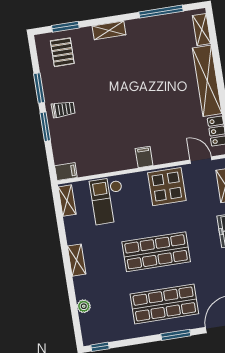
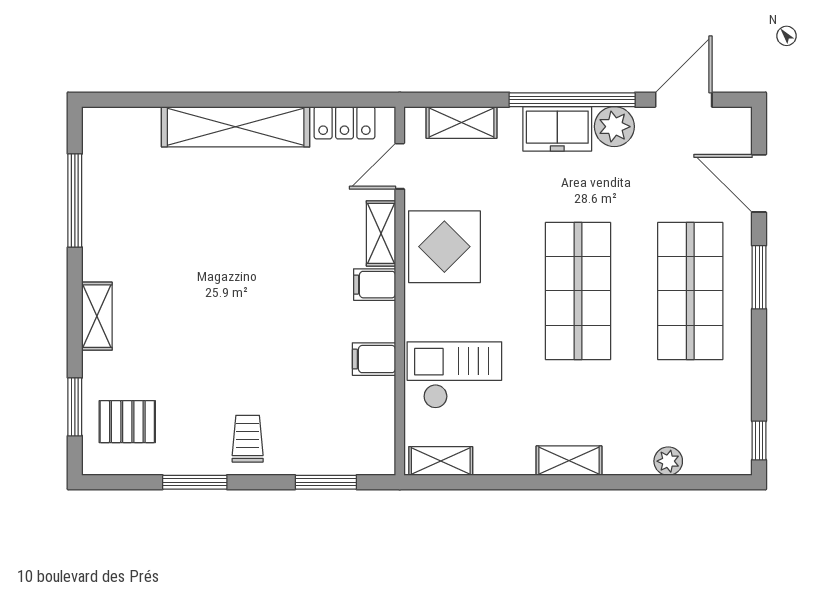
shelving: (202, 30) -> (381, 233), moved, turned 90
window: (45, 127) -> (326, 482), moved
filing cabinet: (66, 172) -> (374, 359), moved, turned -90
checkout: (108, 201) -> (454, 375), turned 180

